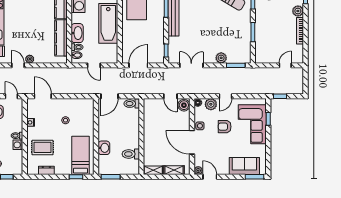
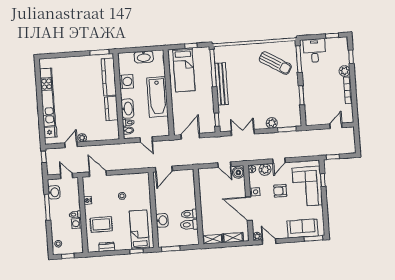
kitchen counter: (61, 38) -> (111, 109), width x0.67
door: (18, 65) -> (71, 145), hinge flipped
toilet: (132, 104) -> (189, 214), moved

